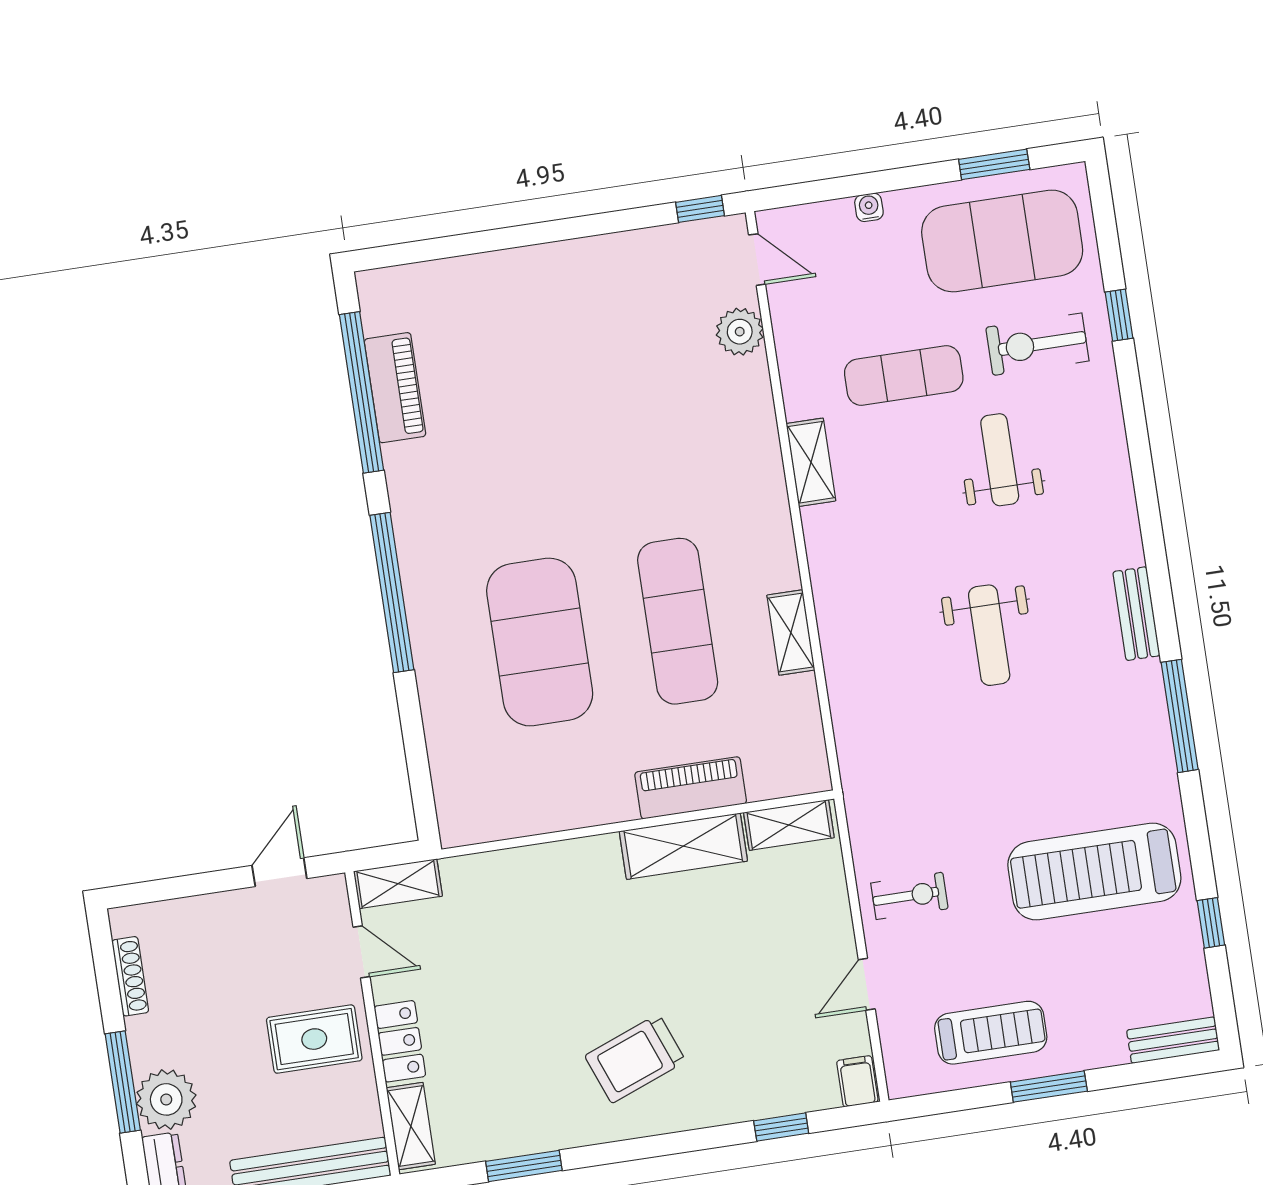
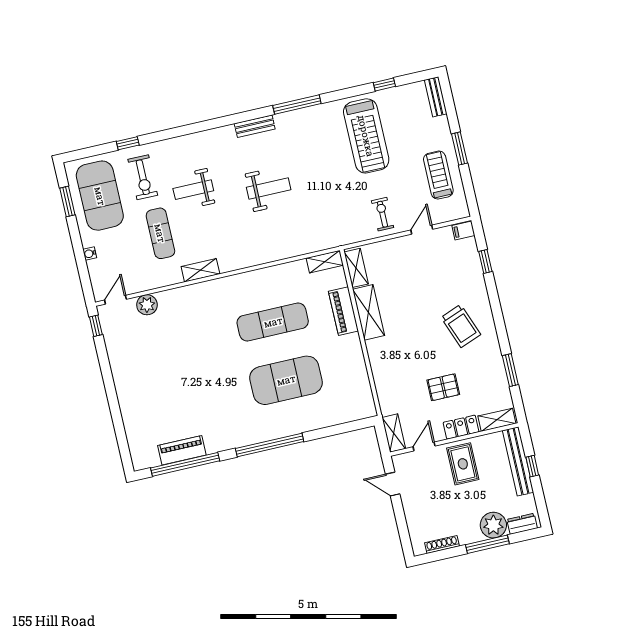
shelving: (791, 632) -> (325, 262), moved
door: (867, 984) -> (422, 230), swing flipped
pallet: (496, 1007) -> (443, 387), added

